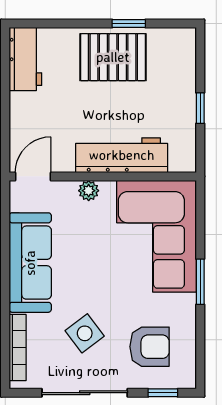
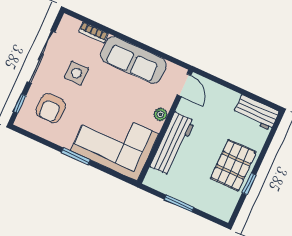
window: (200, 108) -> (179, 203), width x1.50
side table: (85, 333) -> (76, 73), turned 37
bookcase: (18, 348) -> (93, 32), width x0.64

